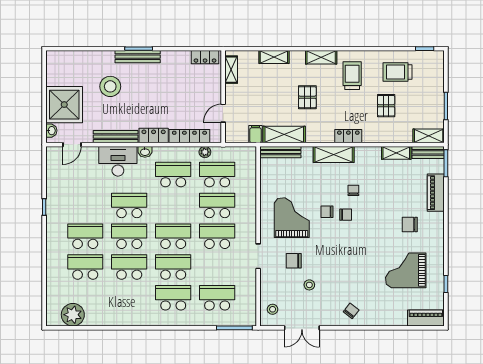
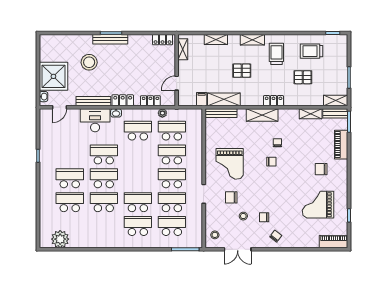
pallet: (307, 97) -> (242, 71), turned 90
pallet: (386, 106) -> (303, 77), turned 90
locker: (189, 136) -> (150, 101), width x0.66
chair: (327, 212) -> (264, 217), moved
grand piano: (292, 218) -> (230, 164), turned 180
school desk: (173, 236) -> (172, 202), moved

